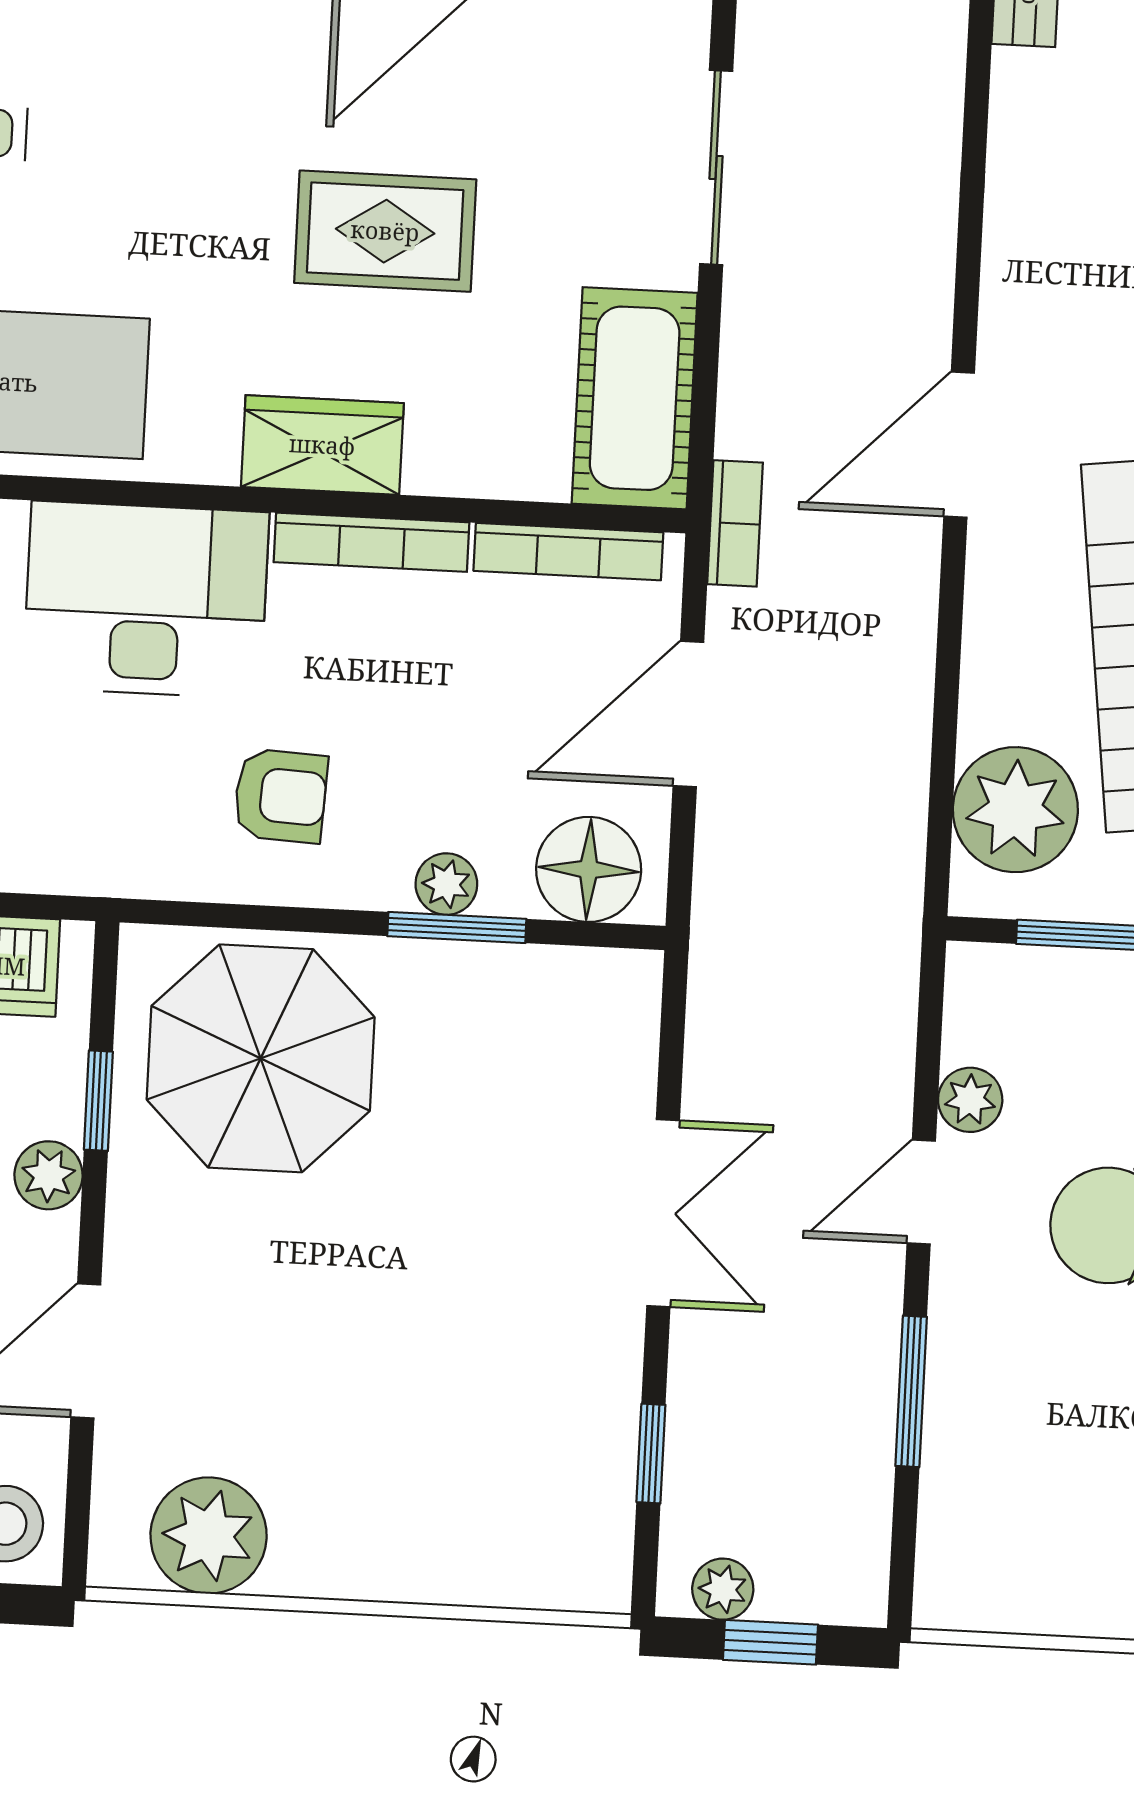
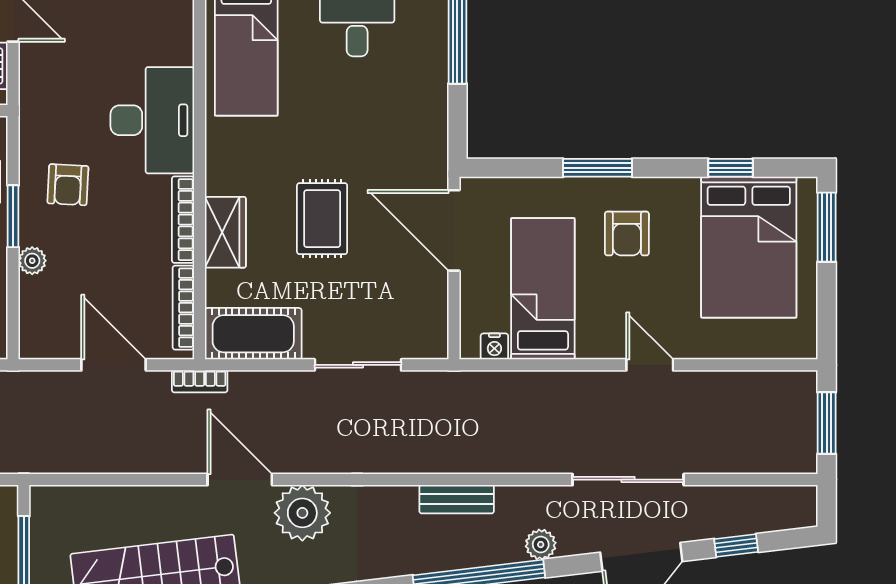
wardrobe: (322, 445) -> (225, 232), moved
plant: (1015, 810) -> (302, 513), moved
floor lamp: (589, 869) -> (42, 324), removed
window: (457, 927) -> (13, 216), moved

